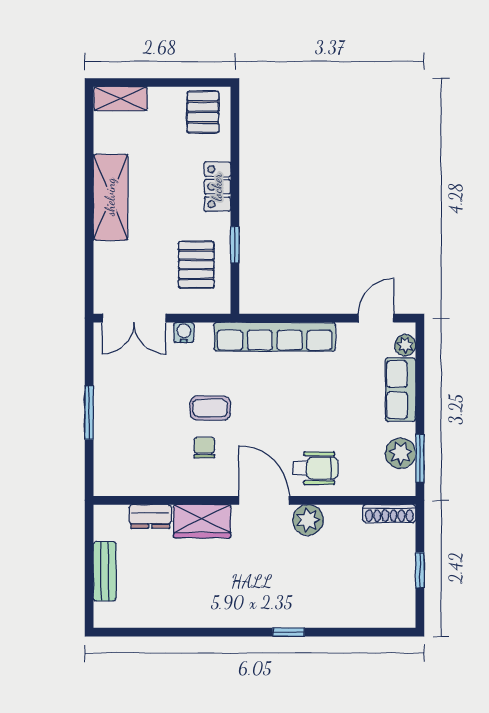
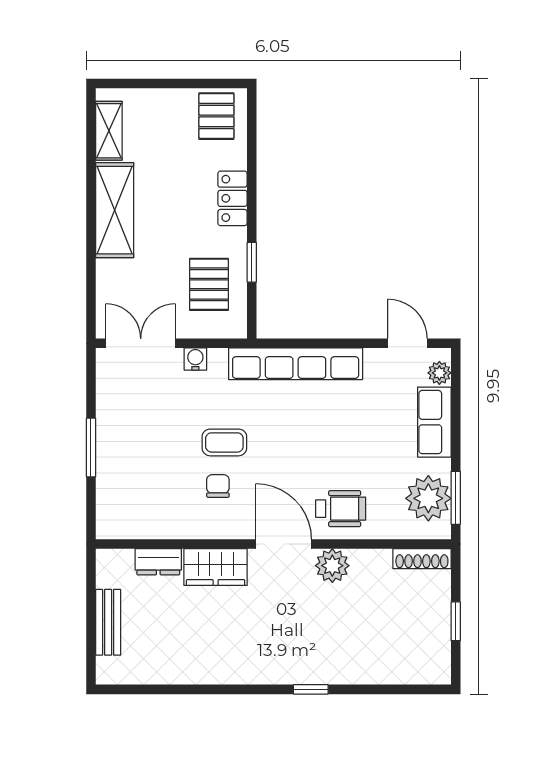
shelving: (120, 99) -> (109, 131), moved, turned 90
double door: (134, 318) -> (141, 343), swing flipped
door: (376, 318) -> (407, 343), hinge flipped
plant: (401, 453) -> (428, 498), width x1.36, depth x1.36

